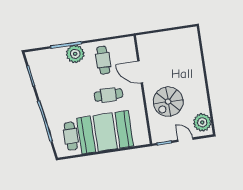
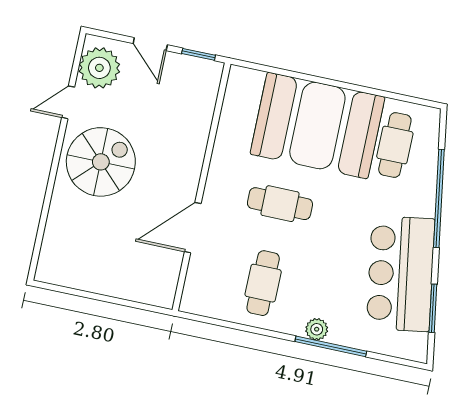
plant: (75, 54) -> (317, 329), width x0.53, depth x0.53
door: (140, 72) -> (193, 228), swing flipped
bar counter: (49, 85) -> (401, 274), added
spiral stairs: (168, 102) -> (101, 162), moved
door: (210, 104) -> (68, 102), added

